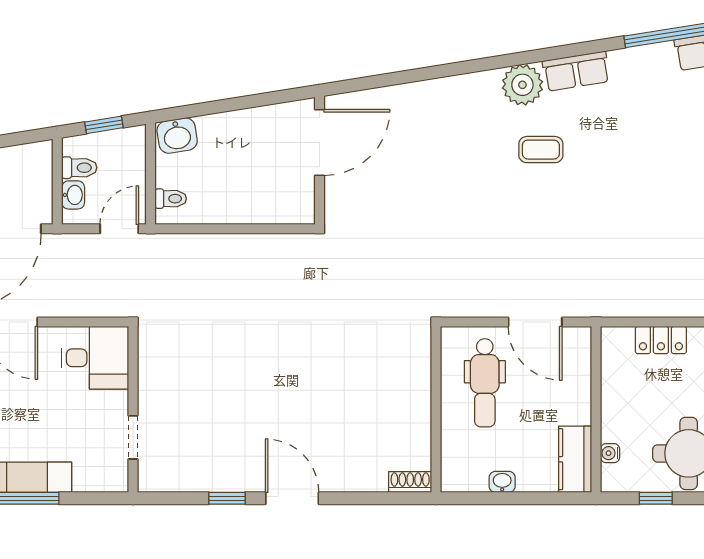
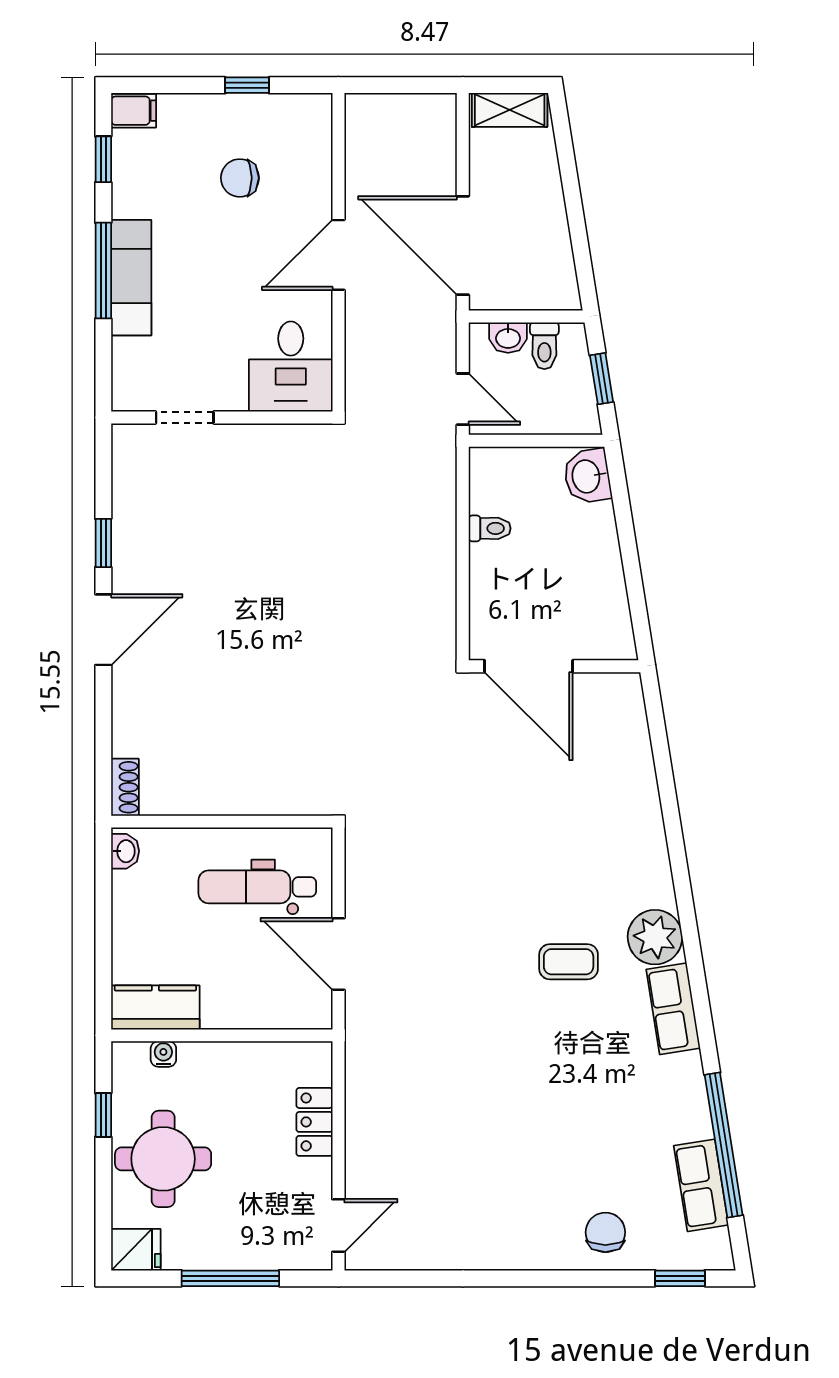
door: (319, 142) -> (529, 666), moved
coffee table: (541, 150) -> (569, 962), turned 90
toilet: (171, 199) -> (490, 528), moved, turned -90
door: (535, 322) -> (338, 954), hinge flipped
washbasin: (502, 482) -> (125, 851), moved

